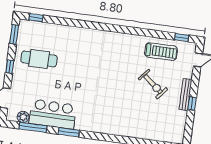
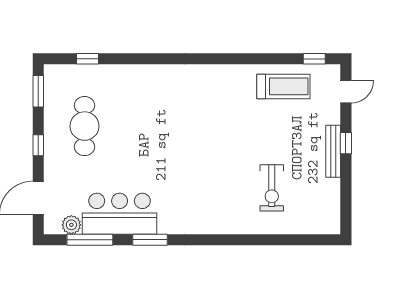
window: (36, 18) -> (87, 59), moved
cafe table: (39, 59) -> (85, 126), turned 90
exercise bike: (153, 84) -> (272, 188), moved, turned 51
window: (192, 104) -> (346, 143), moved

